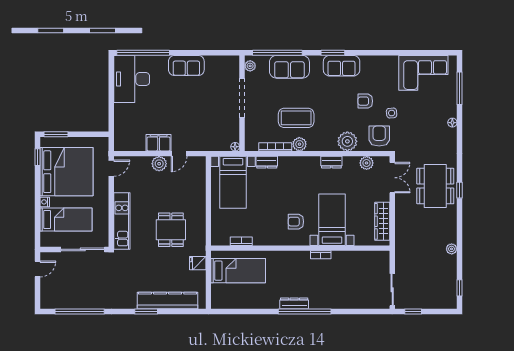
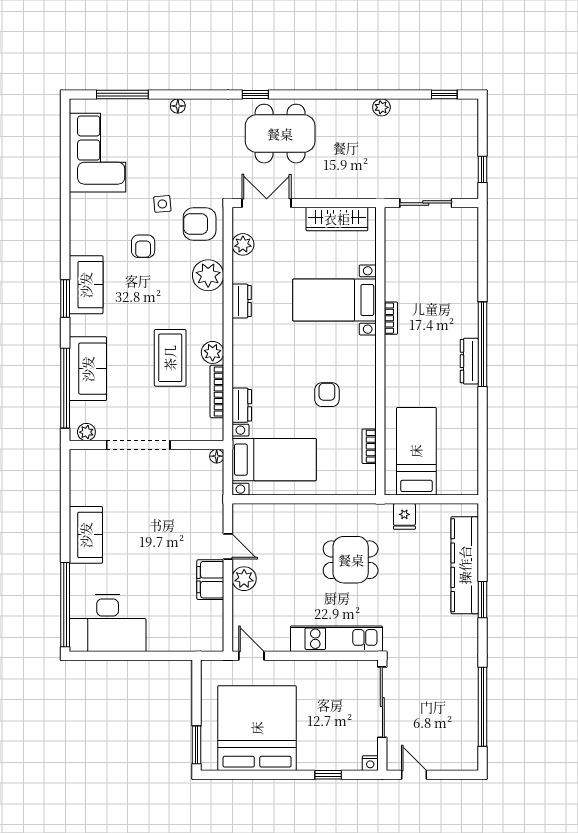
window: (38, 157) -> (328, 775), moved
window: (459, 190) -> (255, 94), moved
nightstand: (45, 202) -> (370, 763), moved
bed: (66, 220) -> (334, 729), removed
armchair: (296, 222) -> (327, 395), moved, turned 180
sliding door: (392, 290) -> (426, 203), moved

